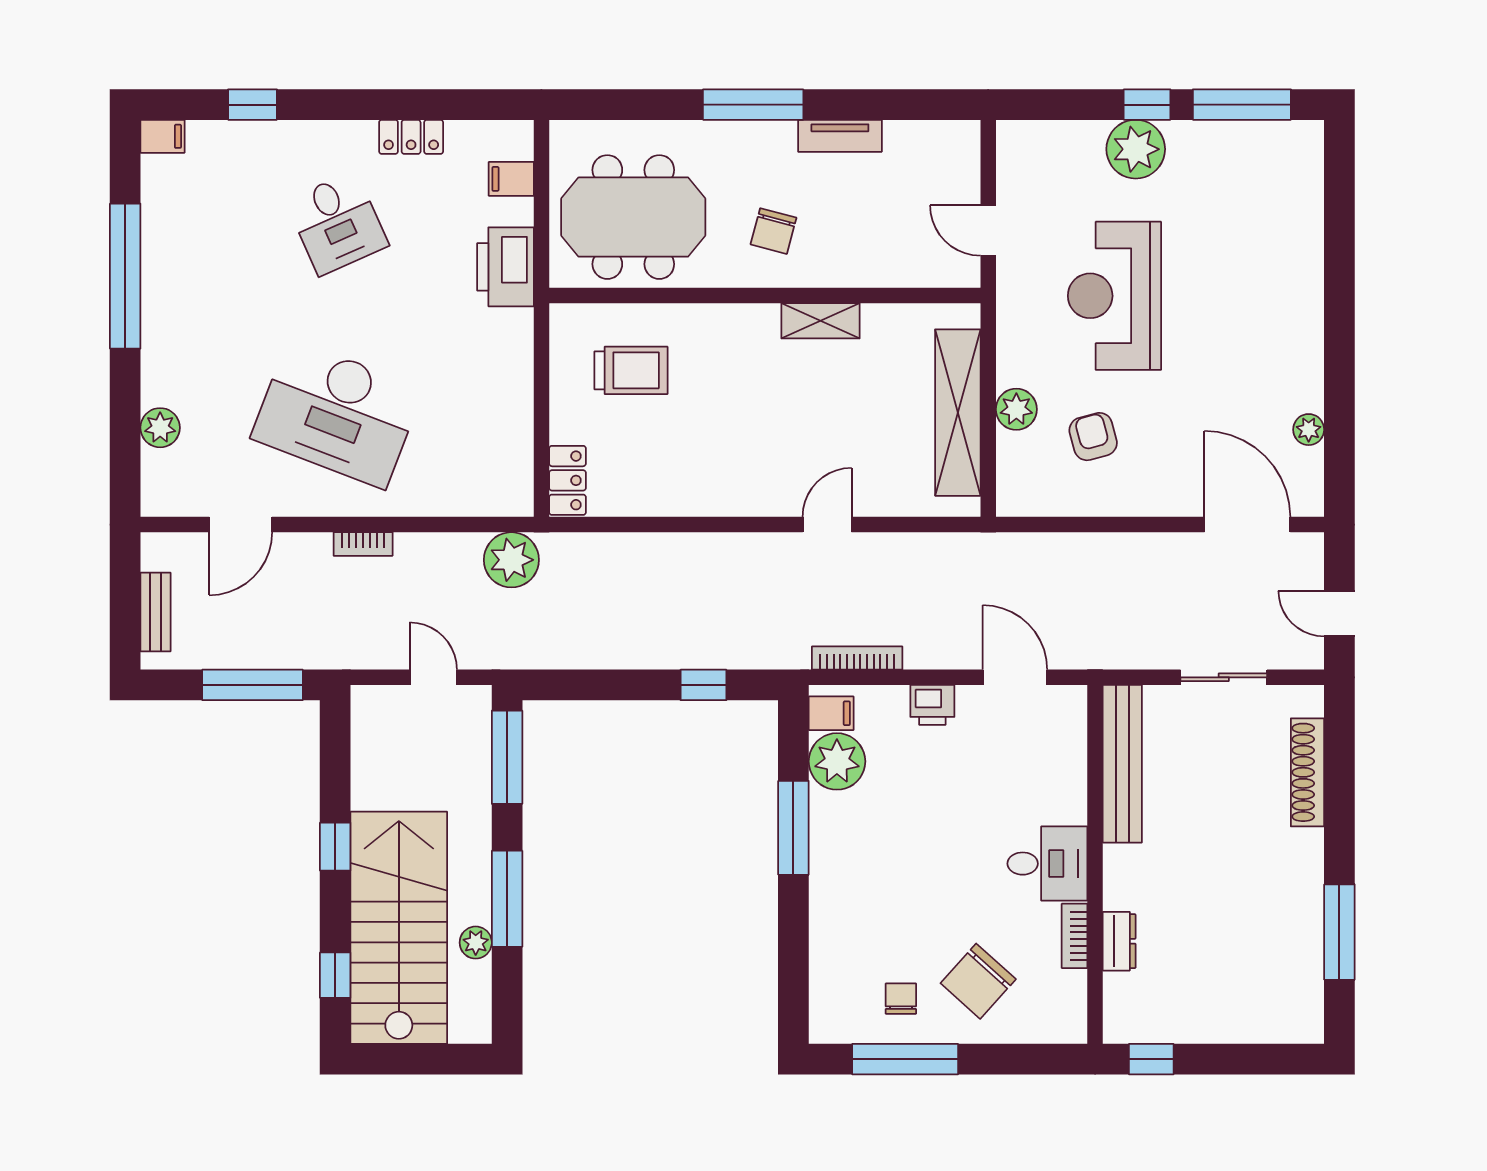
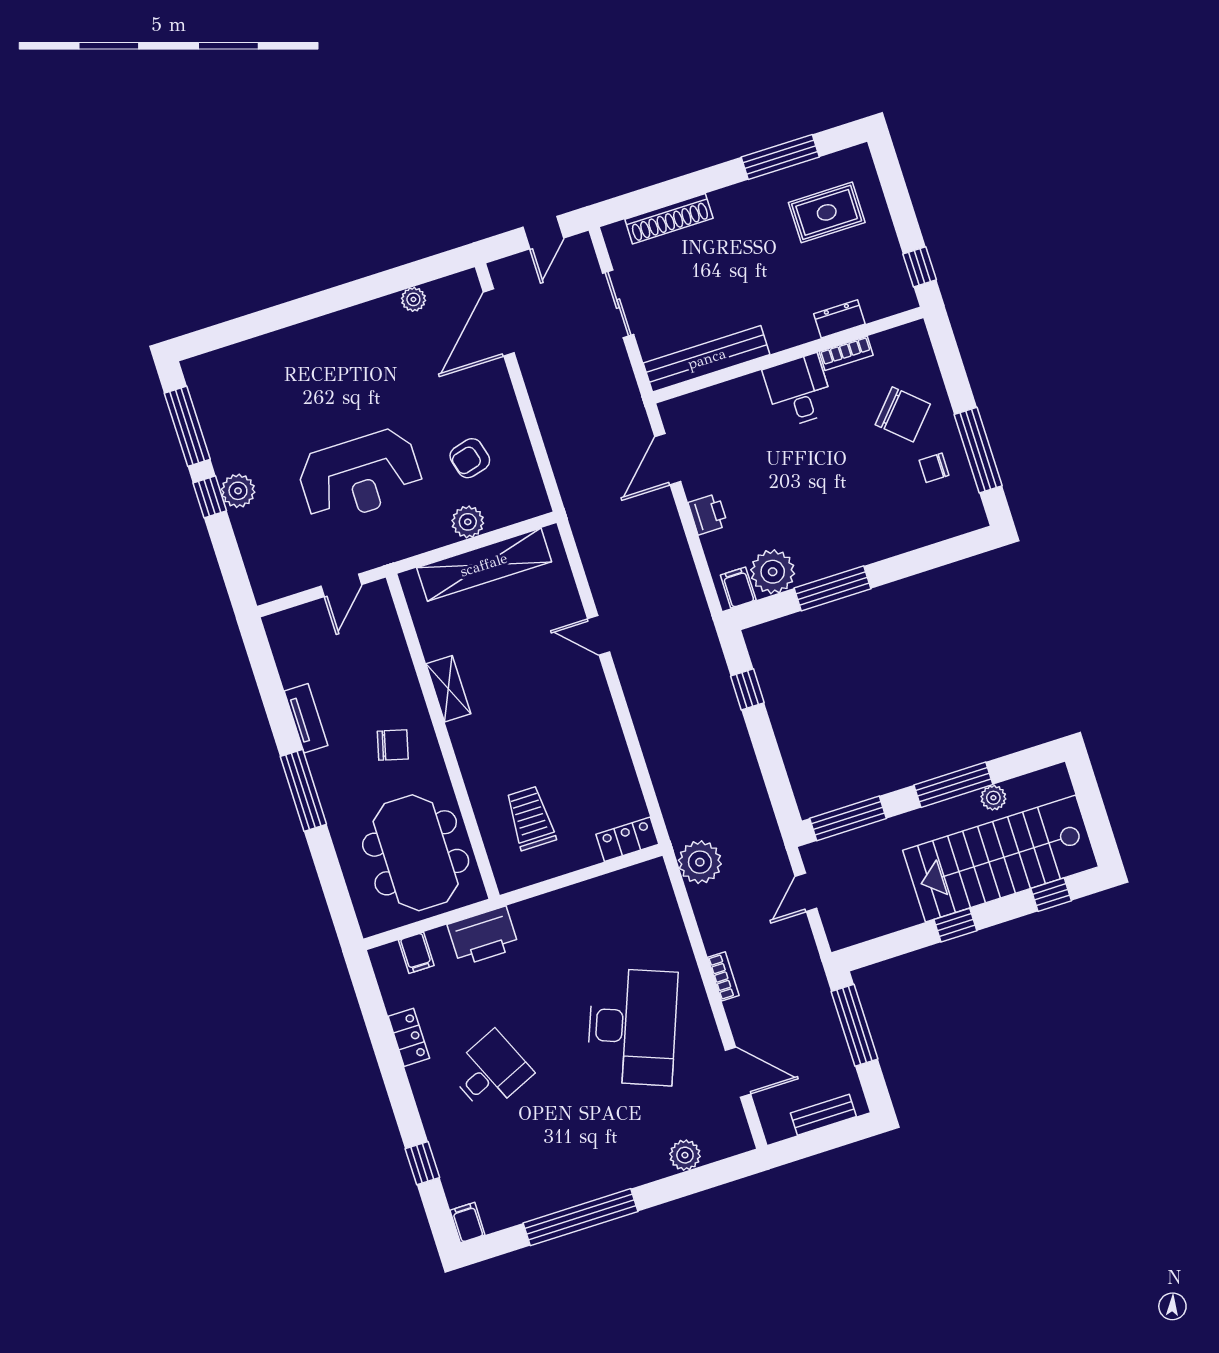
plant: (1136, 149) -> (238, 491), width x0.73, depth x0.73
bookcase: (857, 658) -> (691, 581), removed
rug: (1254, 967) -> (827, 212), added

